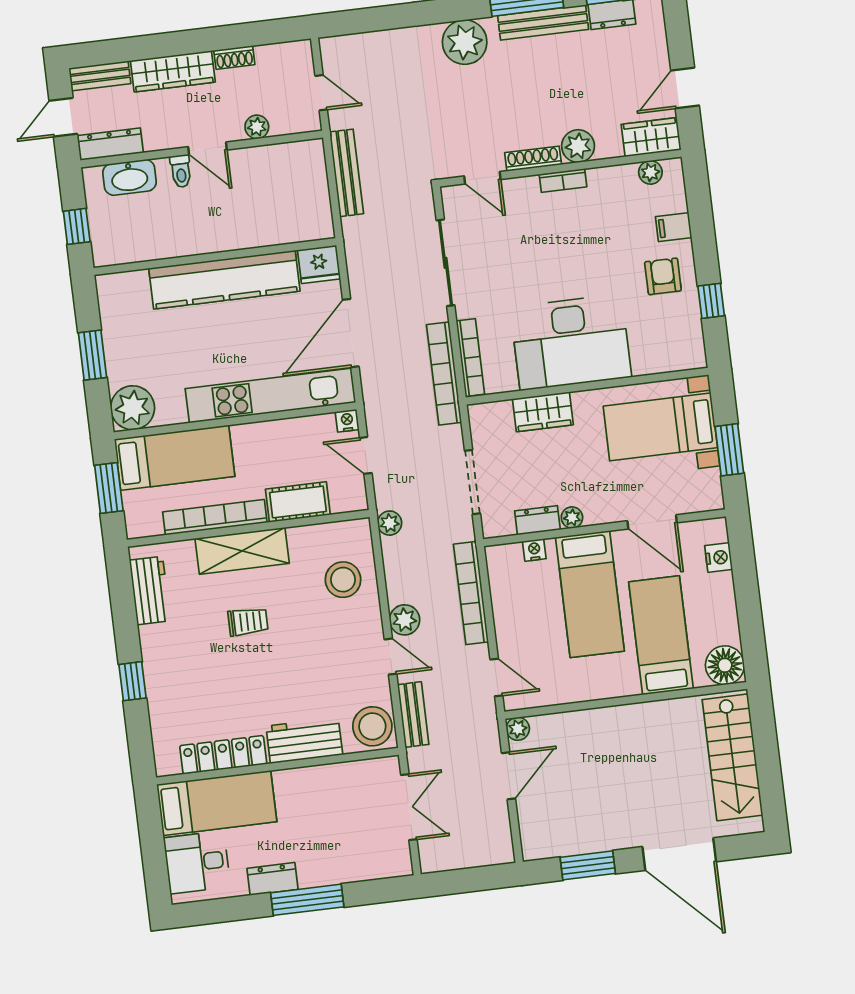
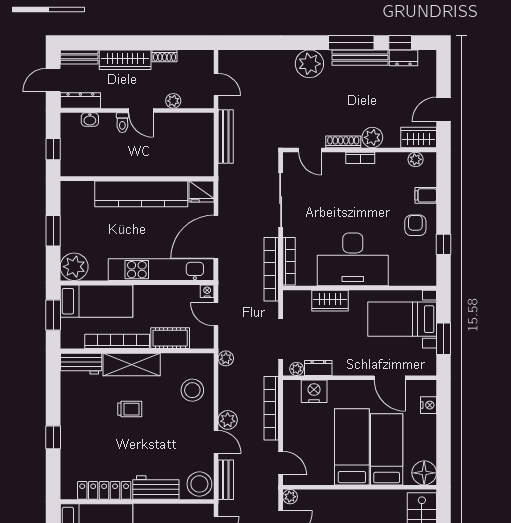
washbasin: (129, 177) -> (90, 120), width x0.52, depth x0.69
plant: (572, 518) -> (297, 369), moved
nightstand: (534, 550) -> (314, 391), width x1.89, depth x1.79
workbench: (150, 590) -> (81, 364), moved, turned 90
bed: (590, 594) -> (352, 447), moved, turned 180

